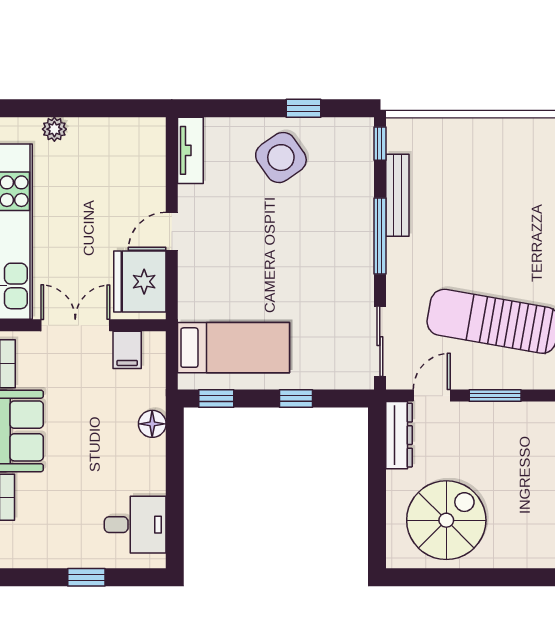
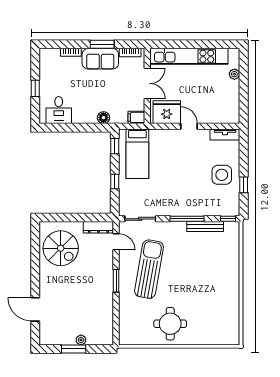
side table: (281, 158) -> (222, 175), turned 35
filing cabinet: (127, 350) -> (136, 117), moved
window: (495, 396) -> (116, 281), moved

